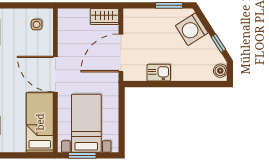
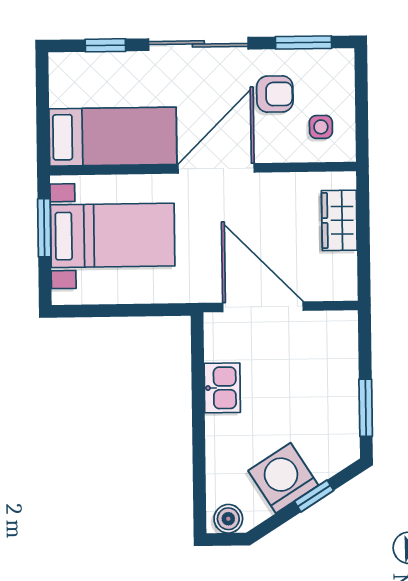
wardrobe: (104, 16) -> (339, 220), moved
washing machine: (192, 29) -> (283, 478), moved
window: (218, 43) -> (314, 496), moved
armchair: (21, 46) -> (275, 94), added

